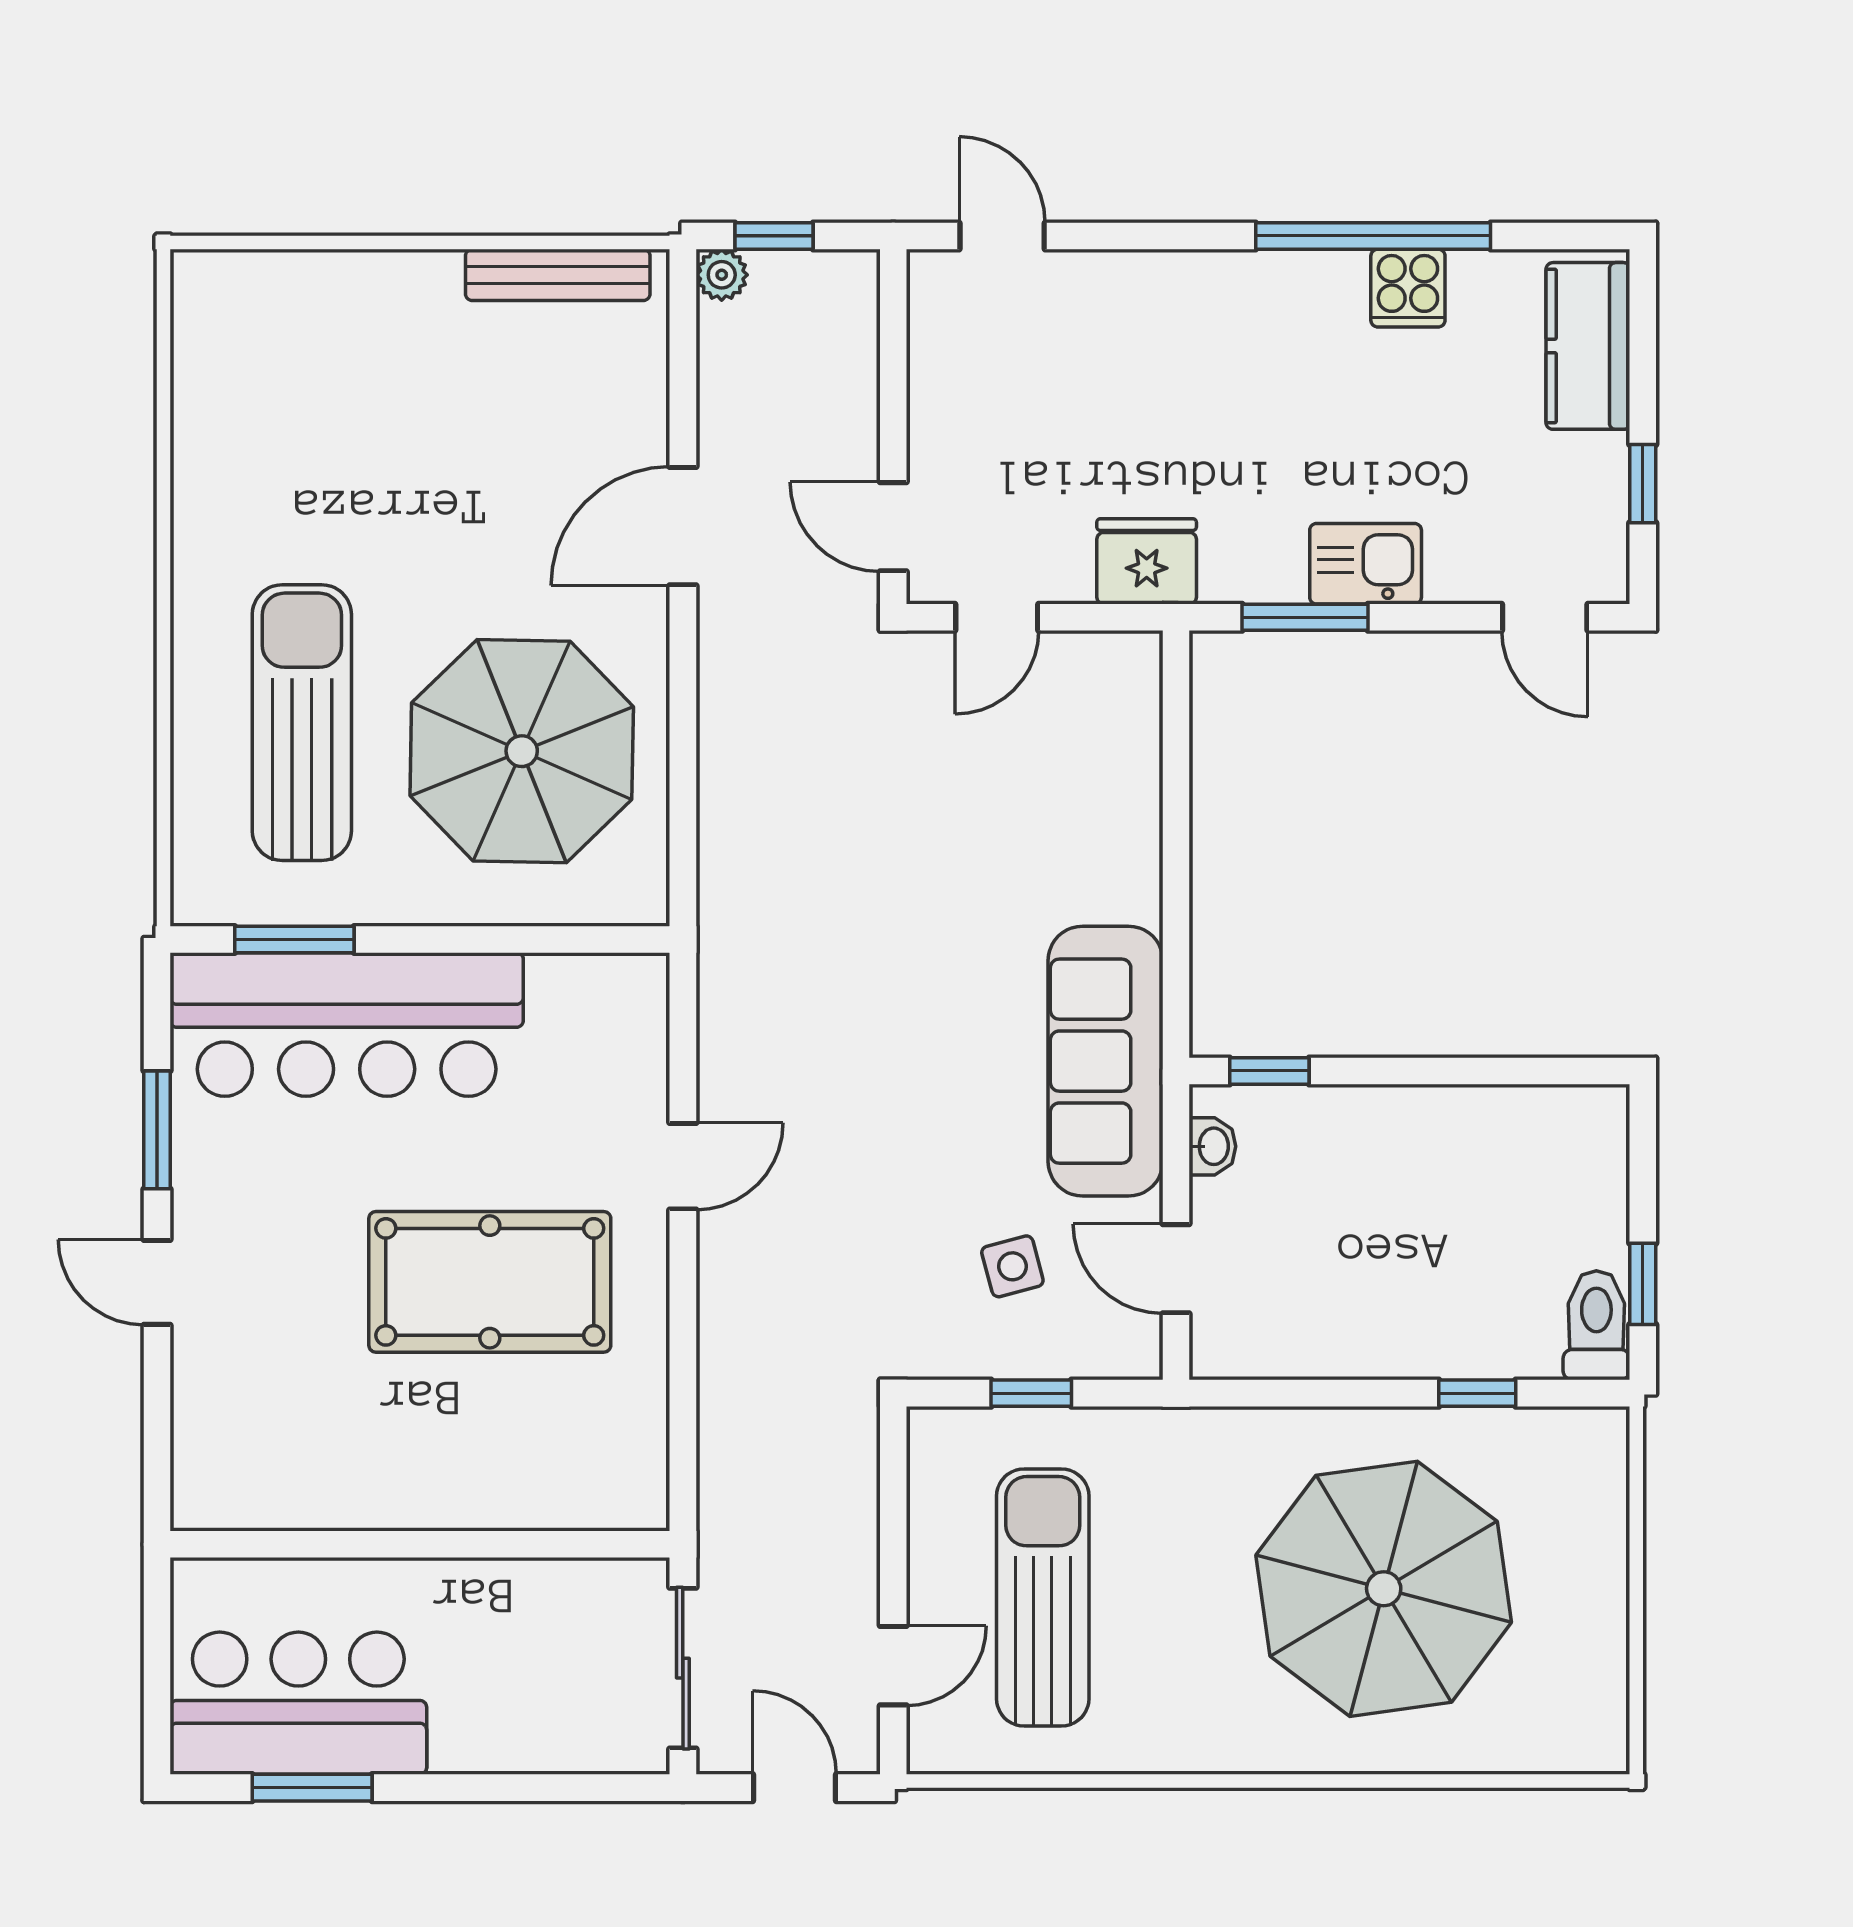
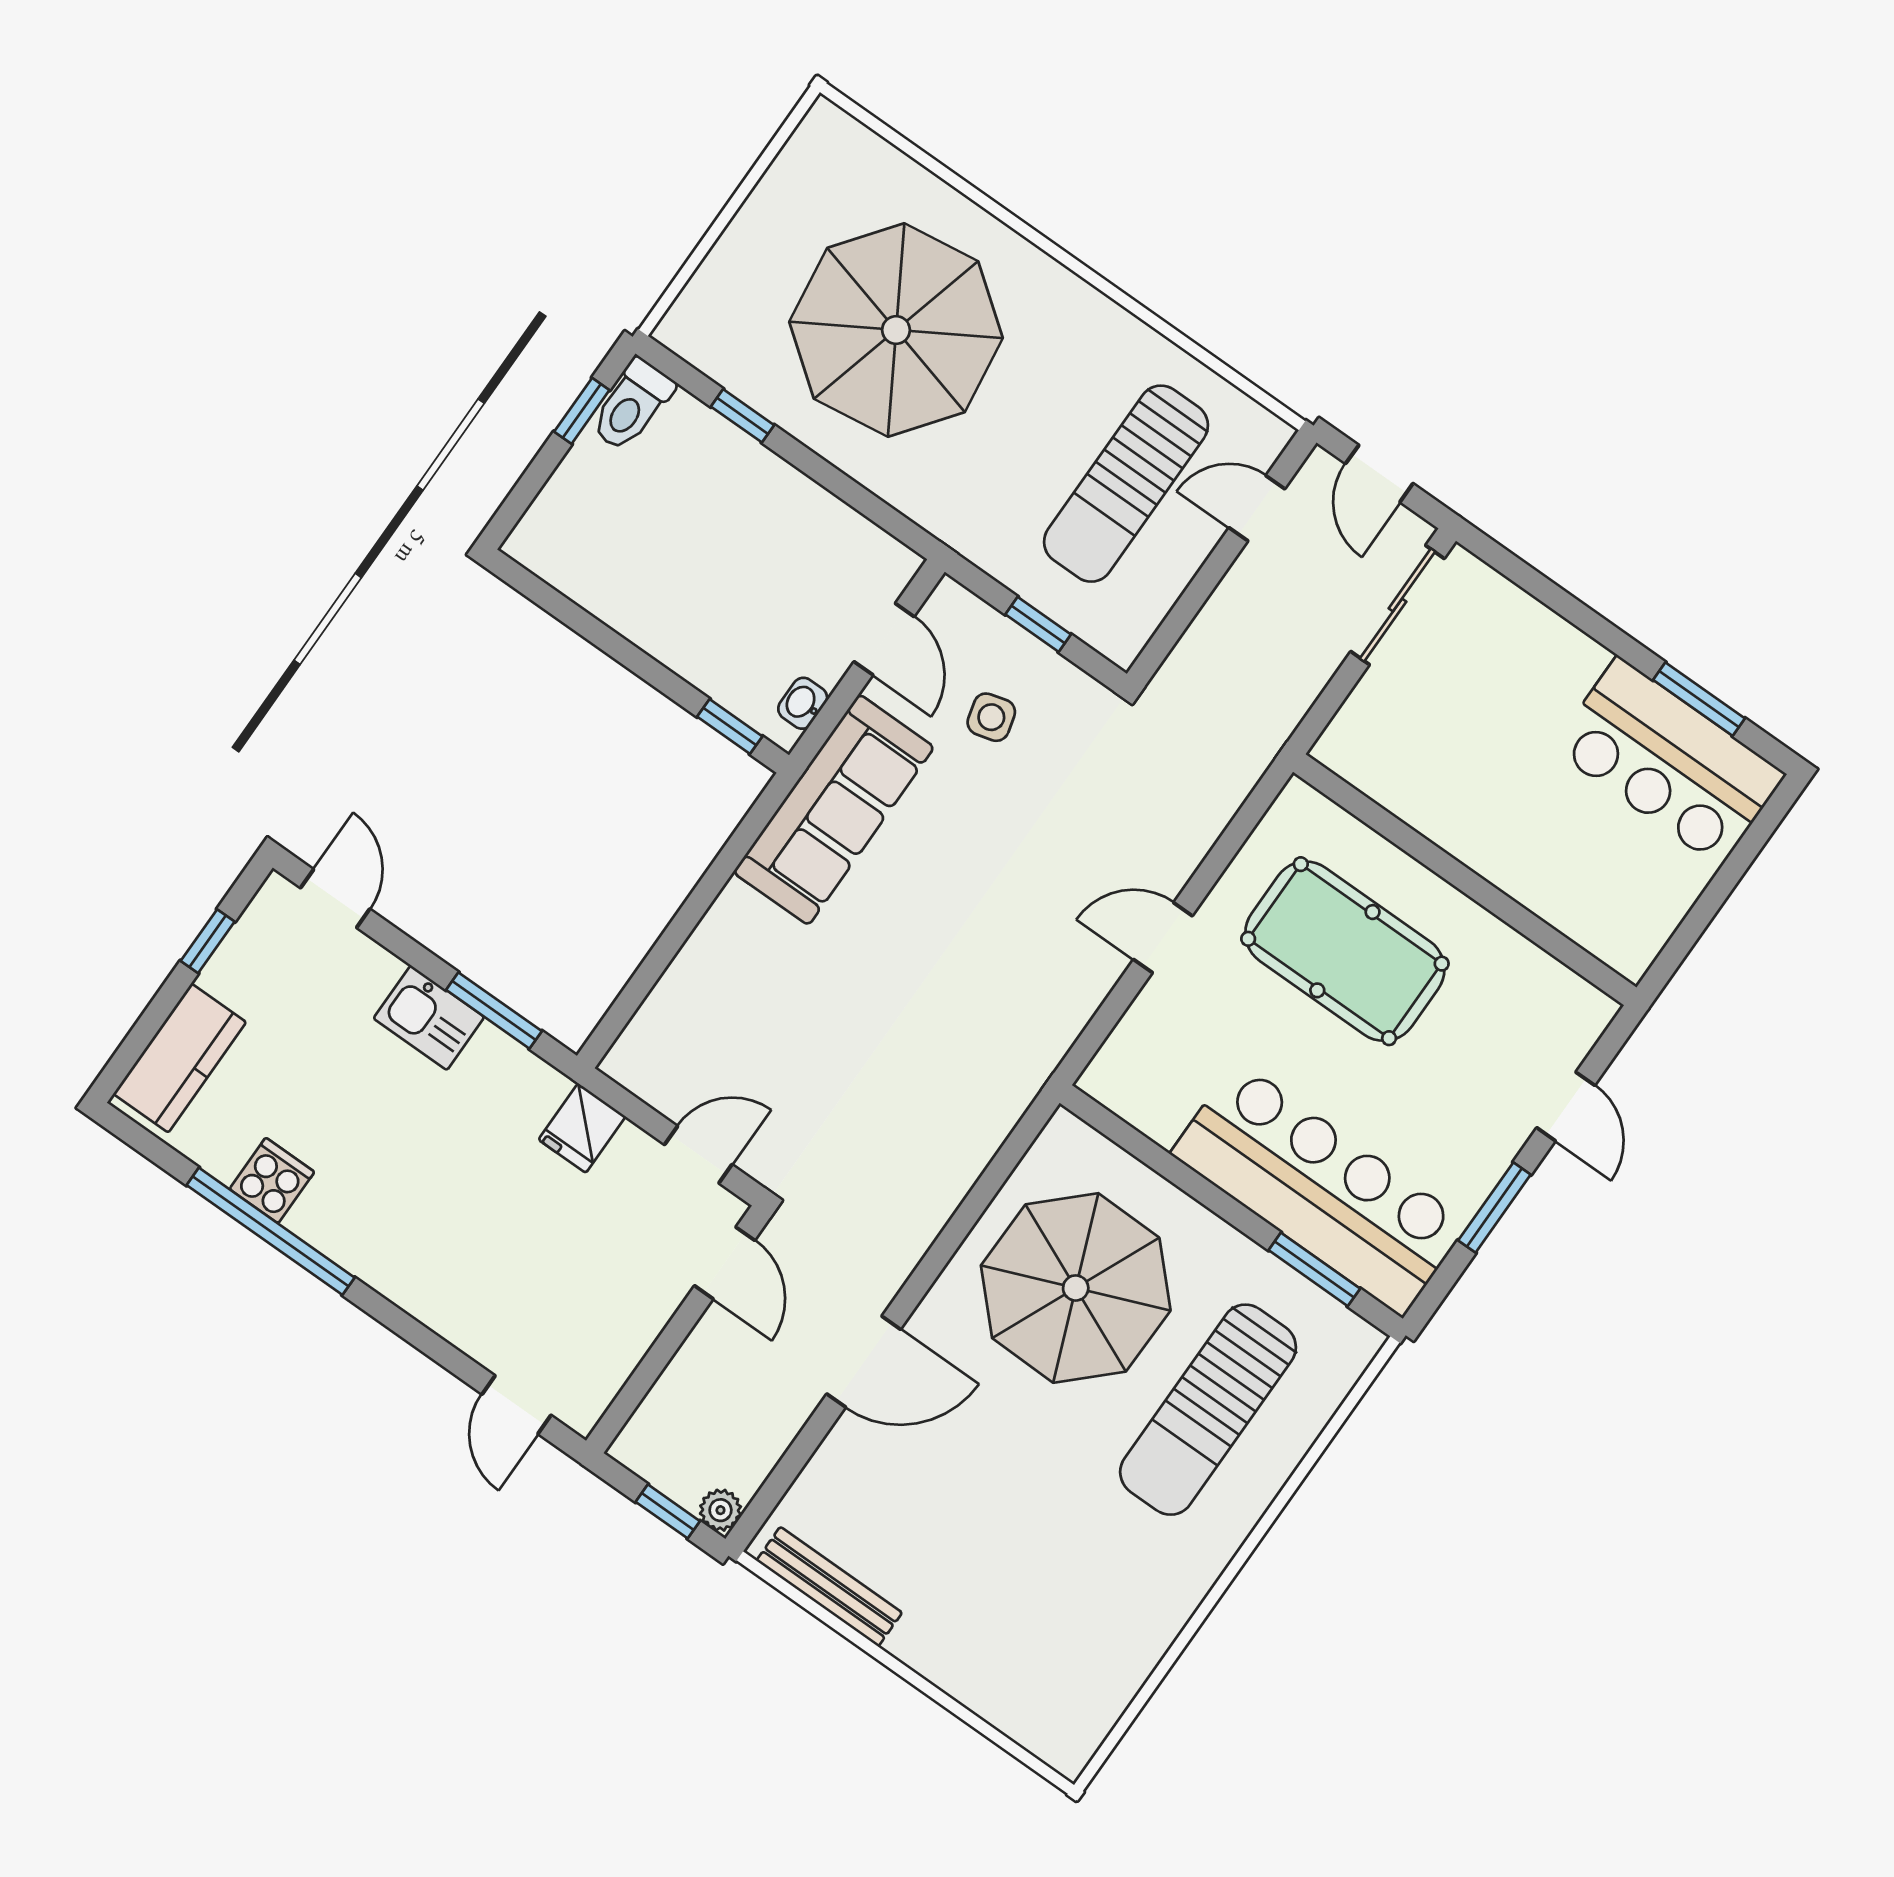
fridge: (1147, 561) -> (582, 1128), width x0.72
wall: (420, 1544) -> (1465, 880), moved

